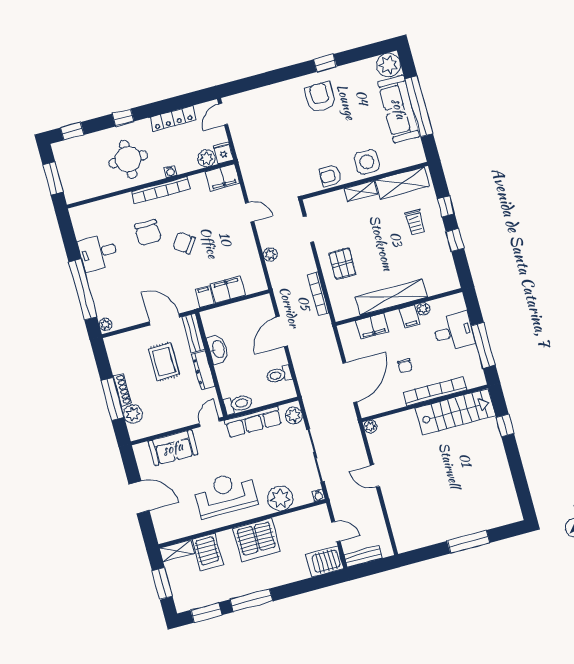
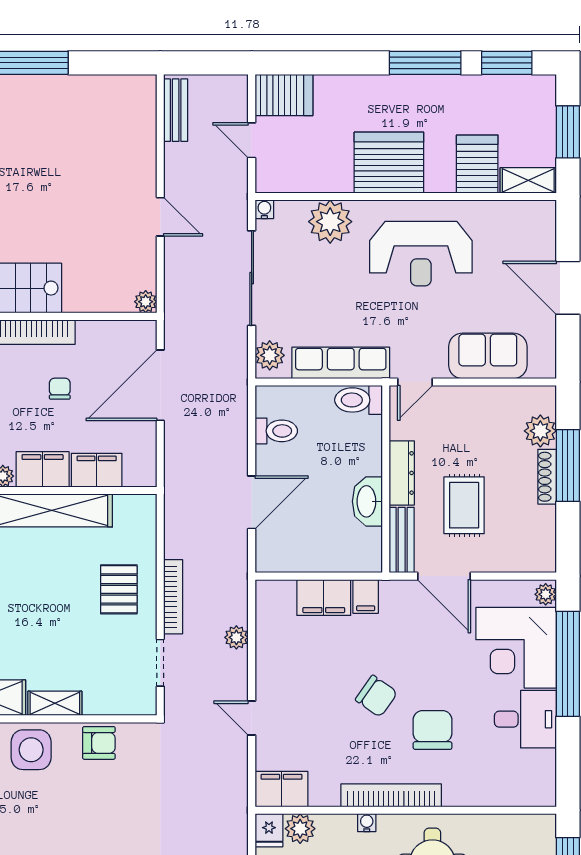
corner desk: (114, 291) -> (516, 648), added
bookcase: (318, 294) -> (173, 597), moved
filing cabinet: (410, 317) -> (43, 469), width x2.00
bench: (363, 556) -> (176, 110), moved, turned 90

